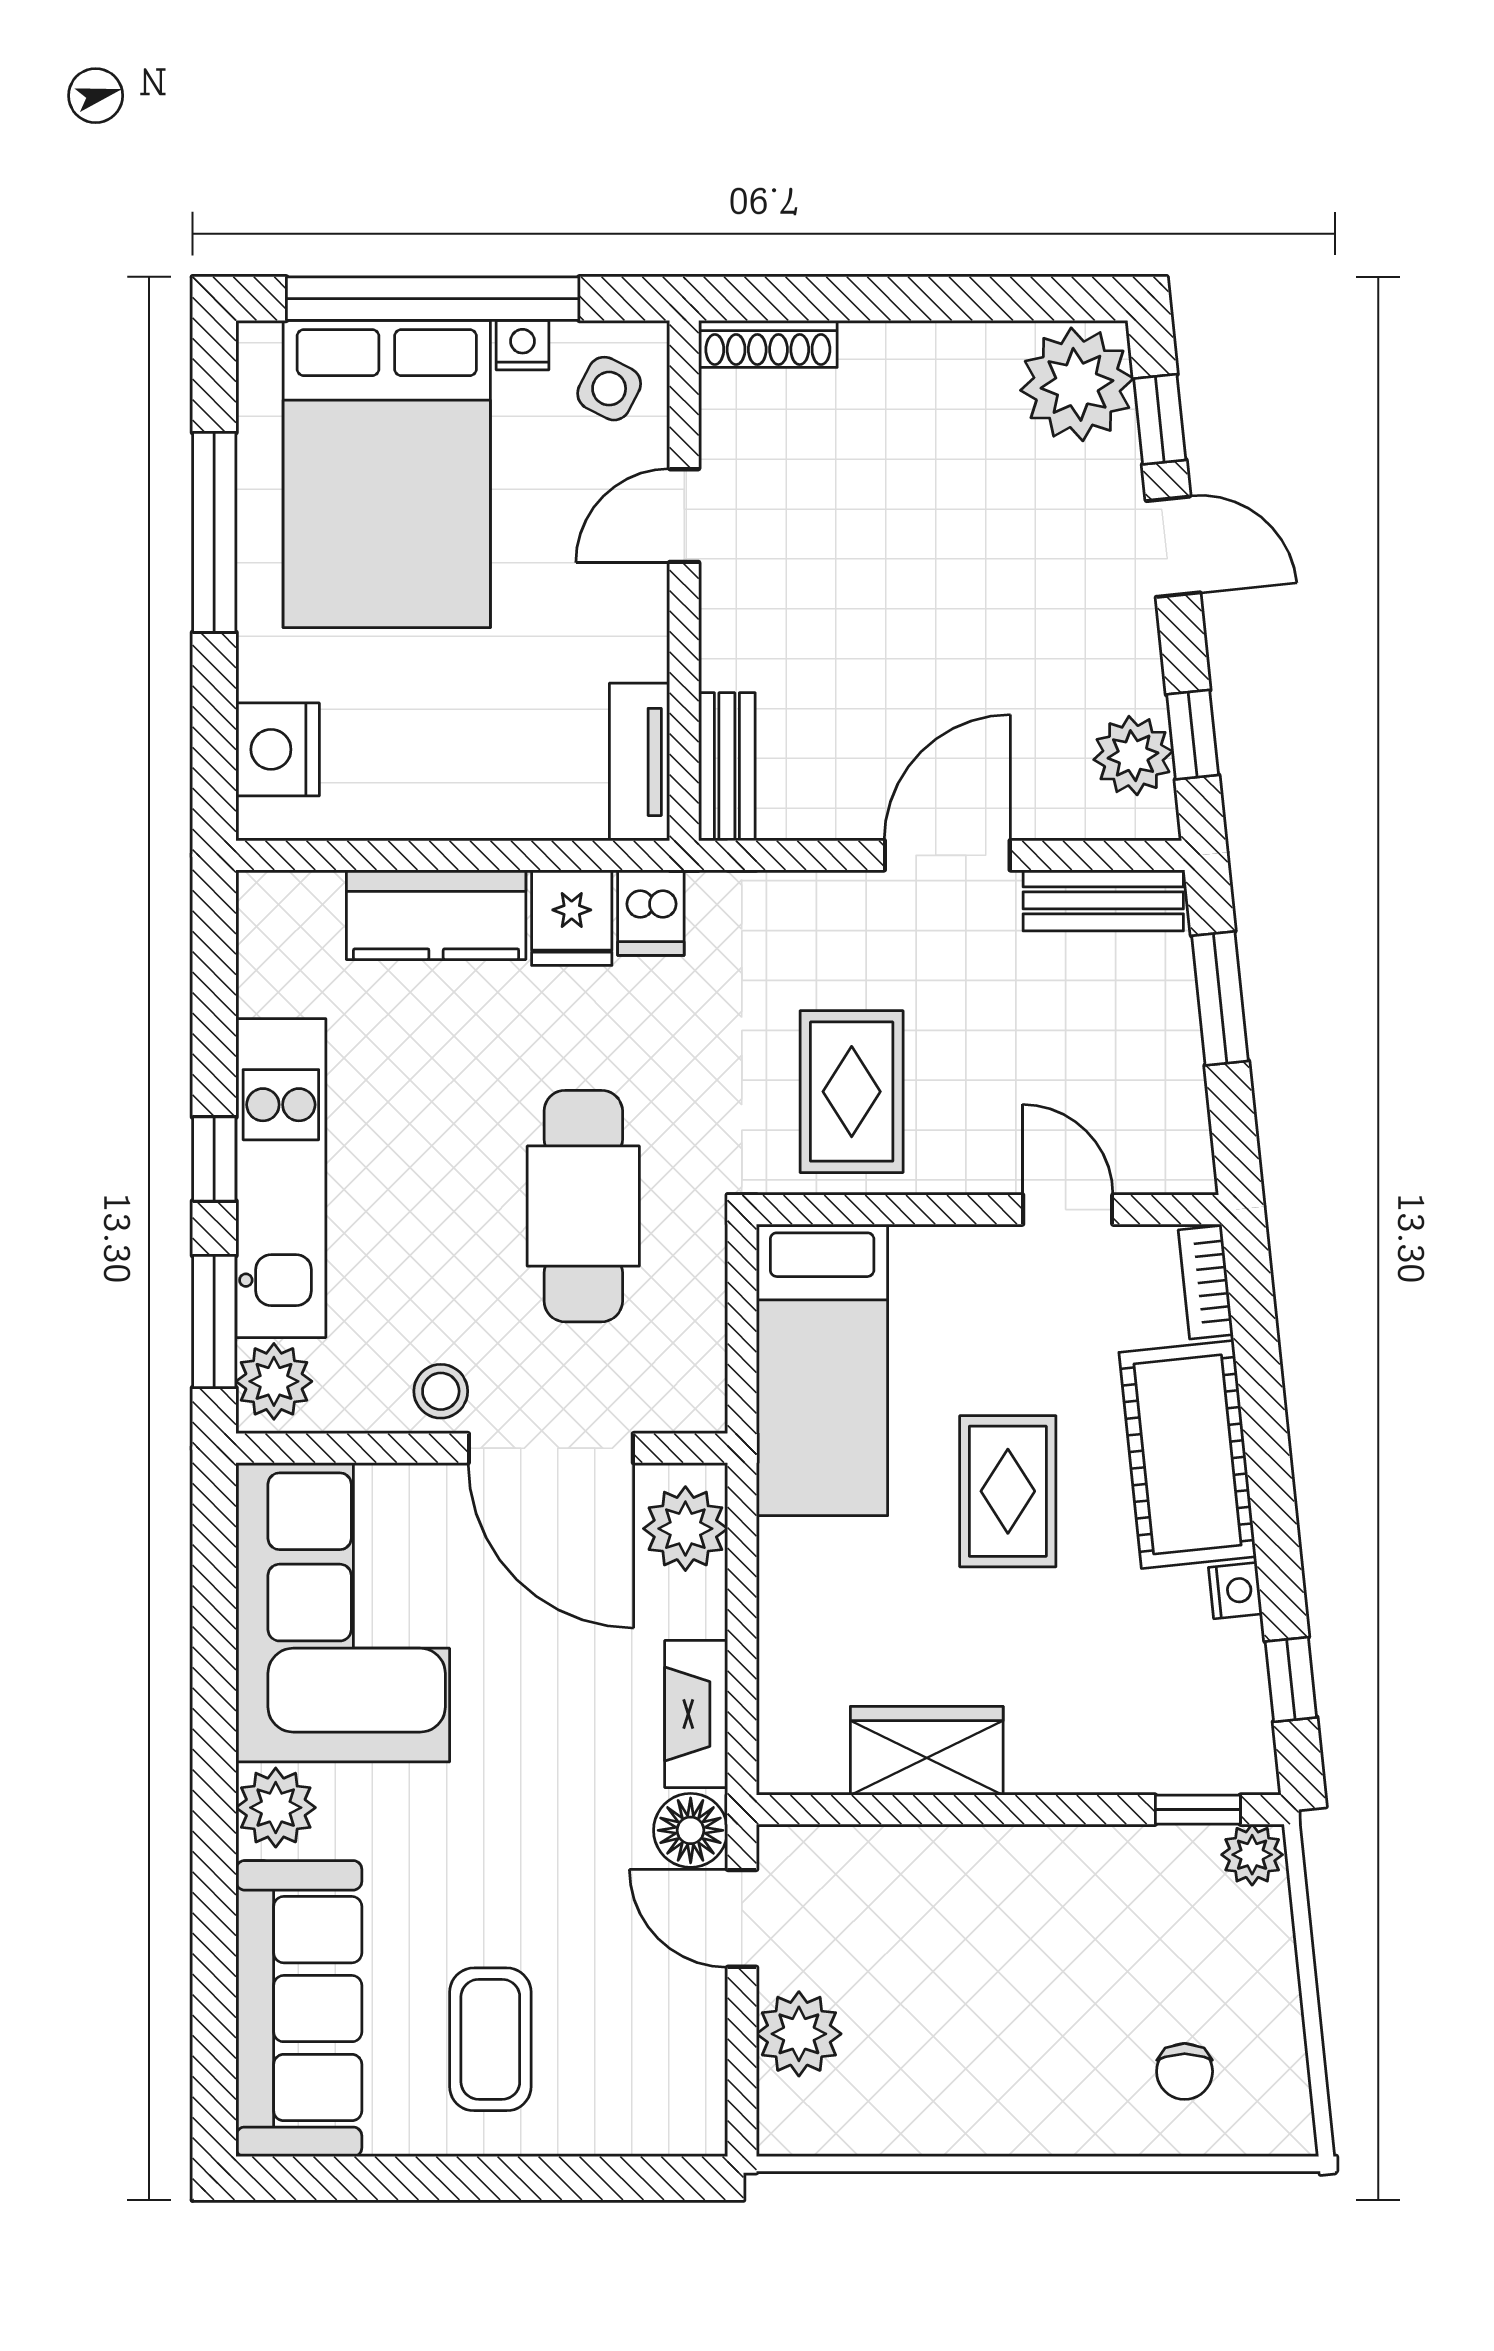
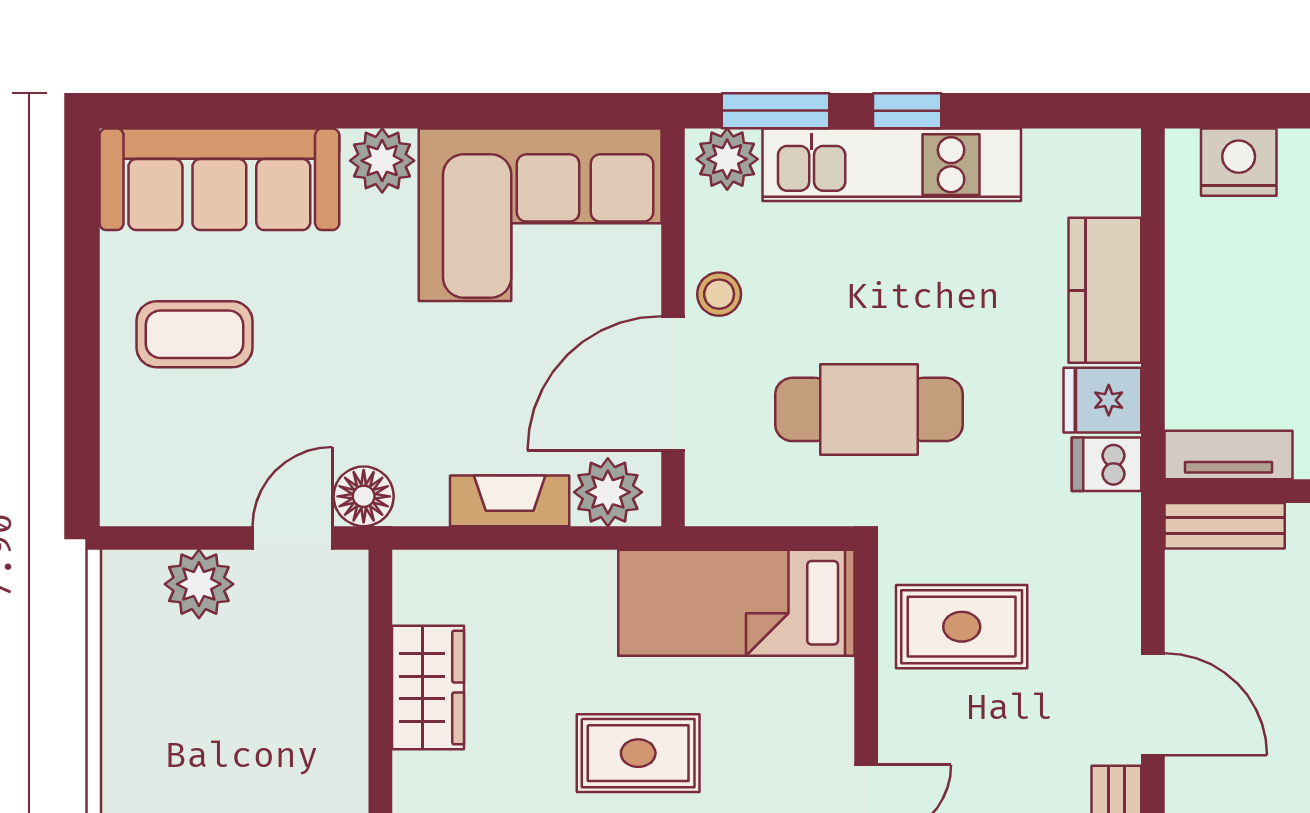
fireplace: (696, 1714) -> (510, 501), moved

